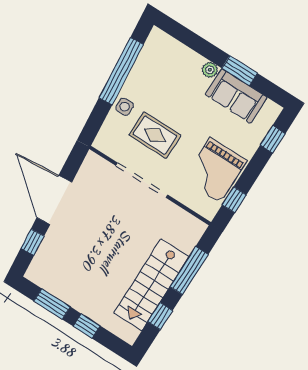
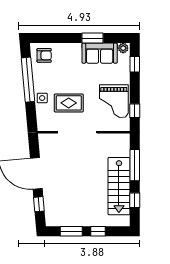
armchair: (162, 53) -> (44, 55), added
plant: (210, 70) -> (123, 48), moved

